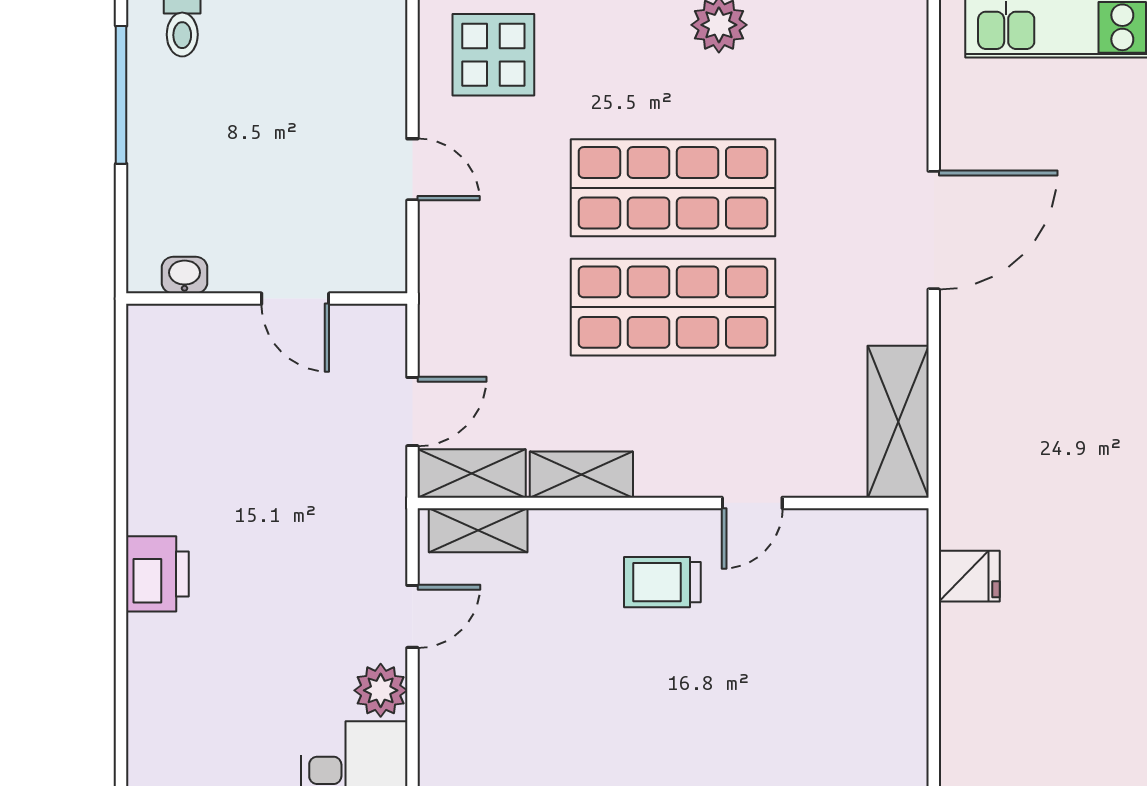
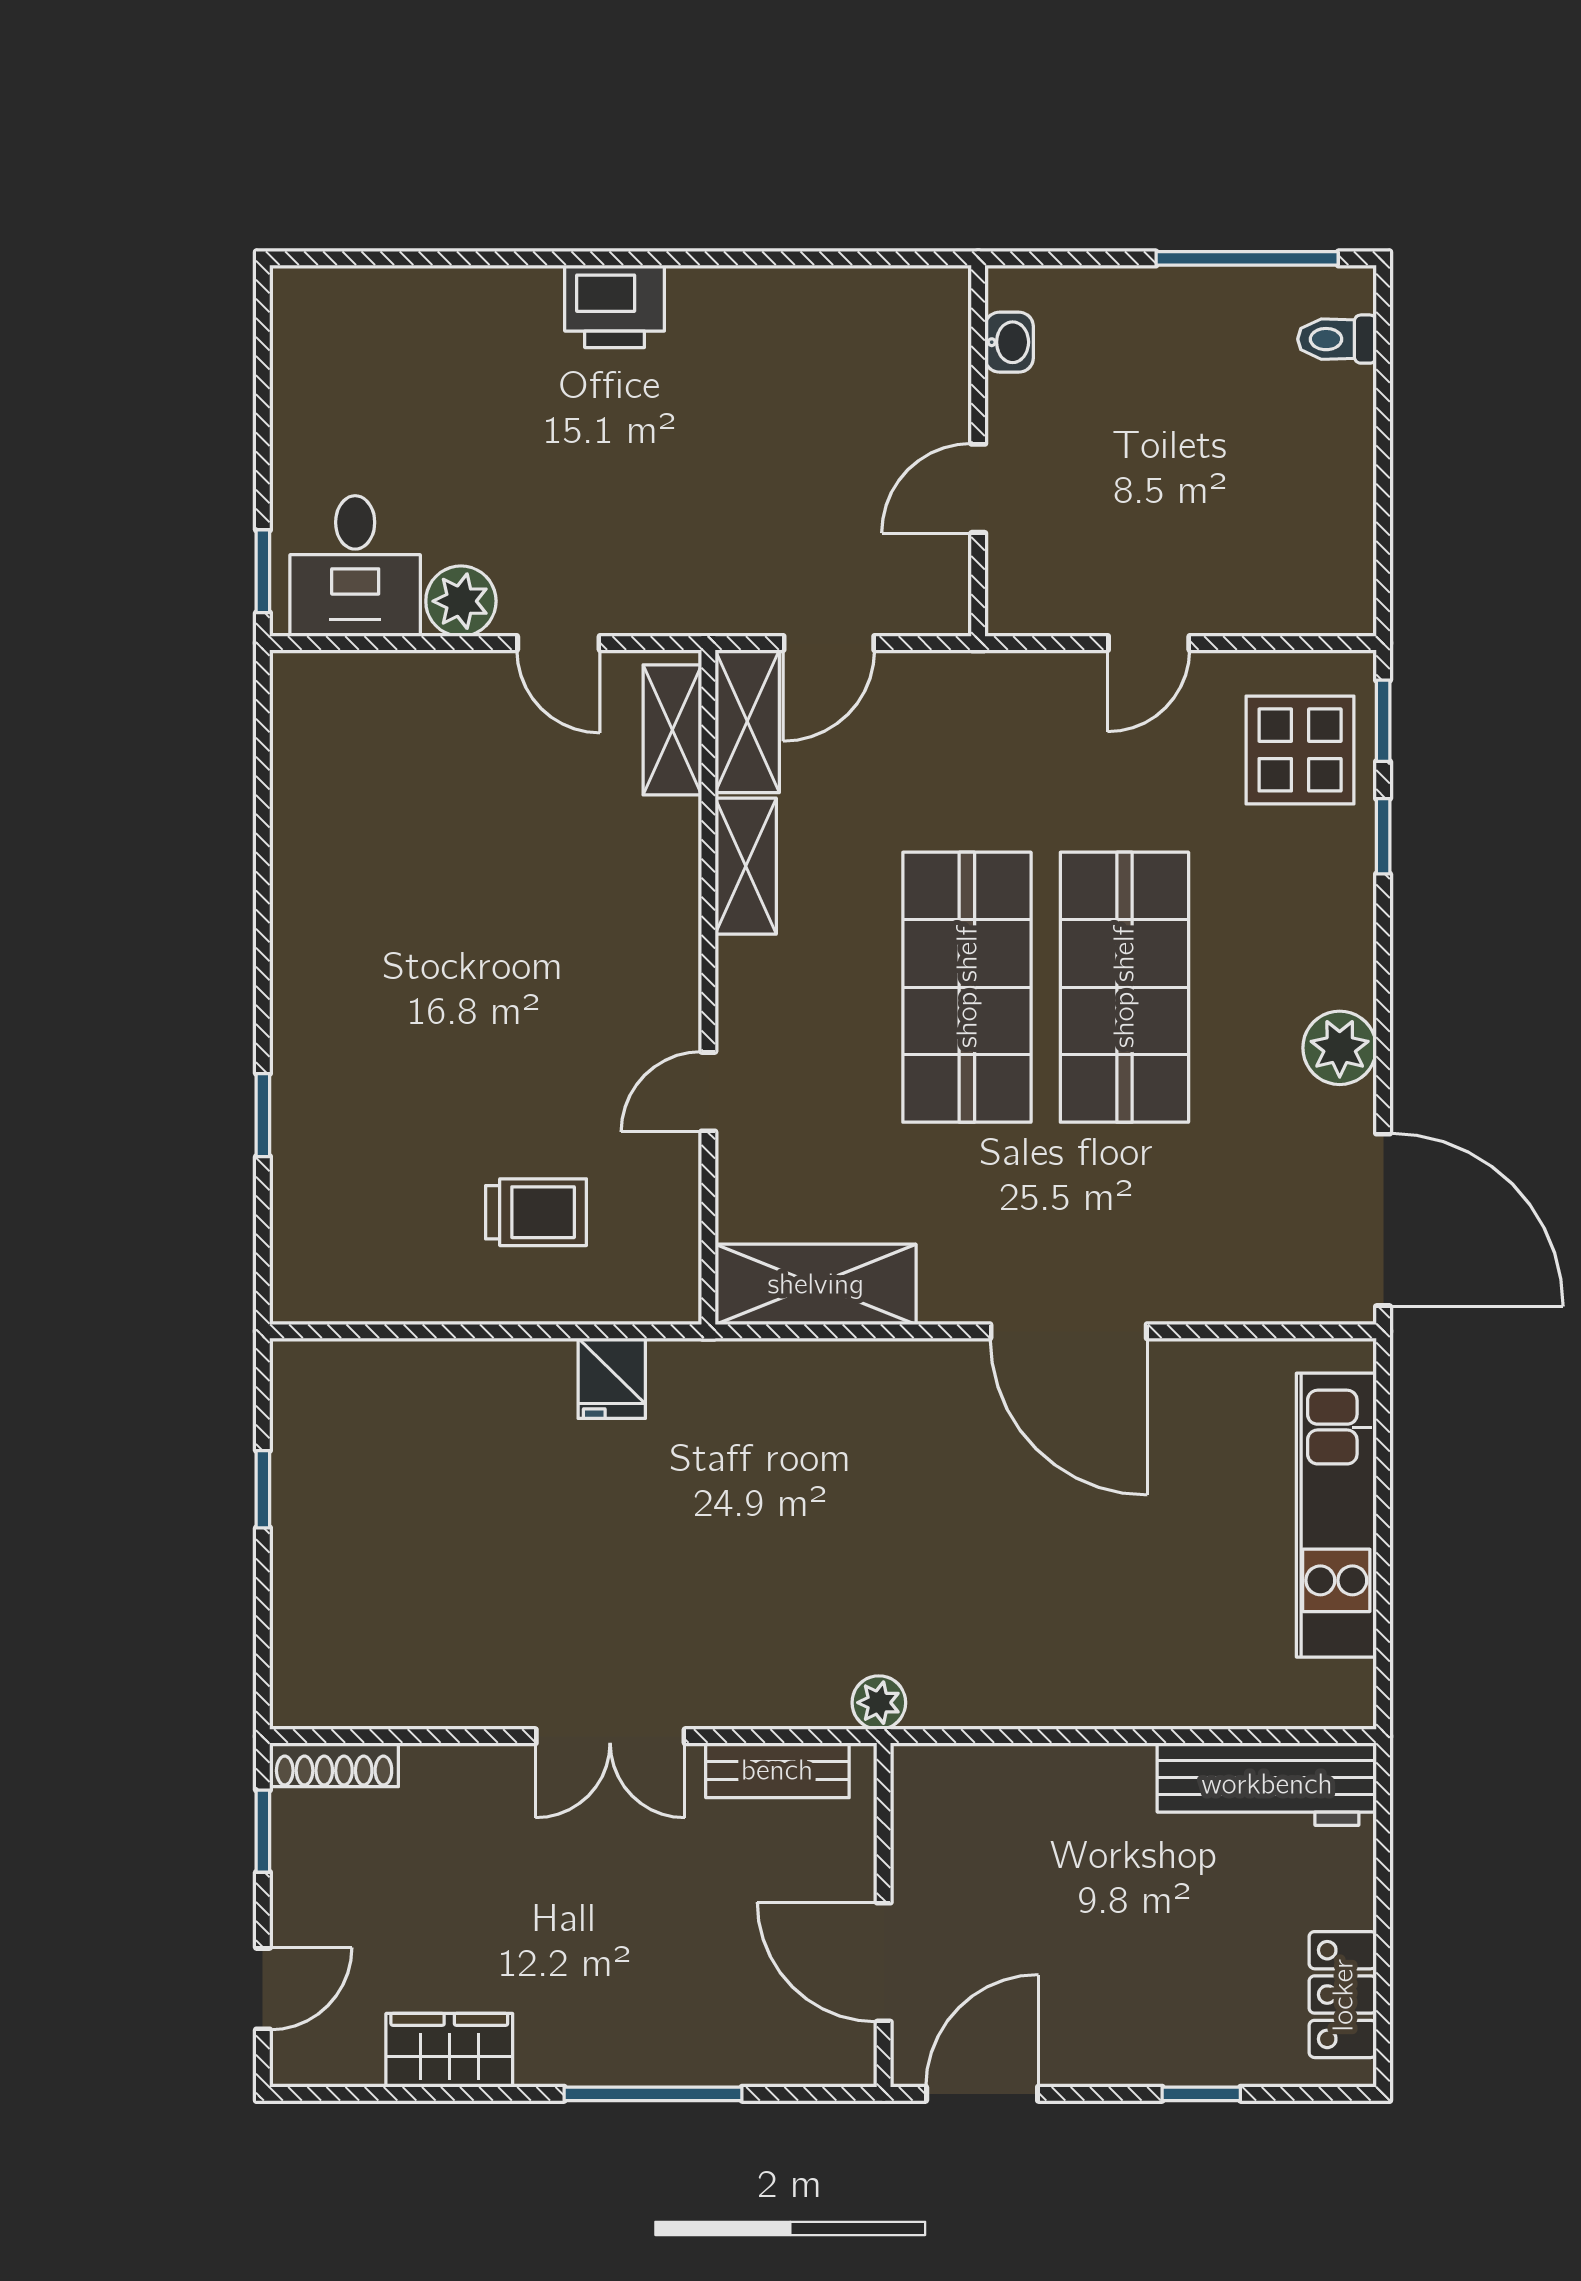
door: (412, 412) -> (829, 643), hinge flipped
door: (752, 503) -> (708, 1092), hinge flipped
trolley: (662, 582) -> (536, 1212), moved, turned 90

